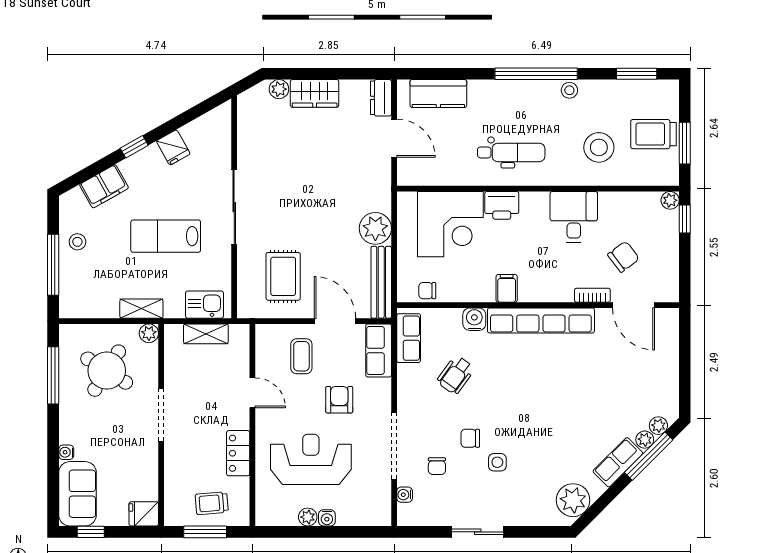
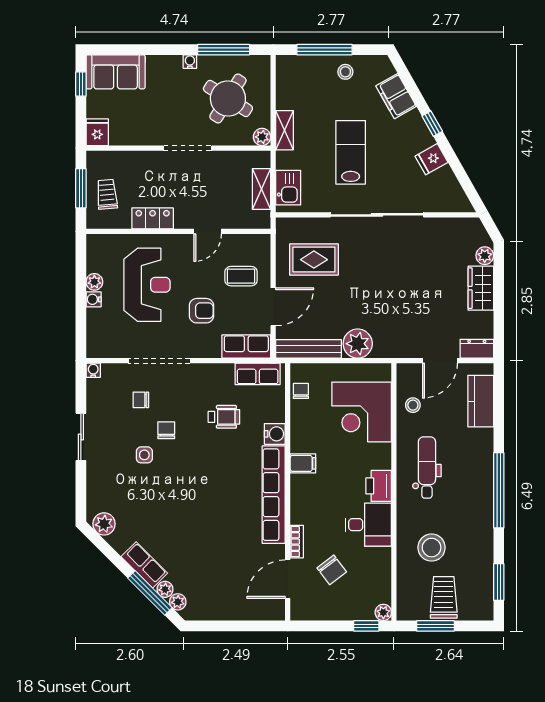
stool: (569, 90) -> (413, 405), moved
dental chair: (511, 152) -> (427, 467), turned 180
printer: (502, 205) -> (379, 486), moved
sliding door: (234, 207) -> (377, 215), width x1.36
wheelchair: (456, 375) -> (224, 417), turned 144
water cooler: (66, 452) -> (190, 62), moved
water cooler: (405, 495) -> (93, 370), moved
plant: (573, 500) -> (104, 524), width x0.73, depth x0.73

